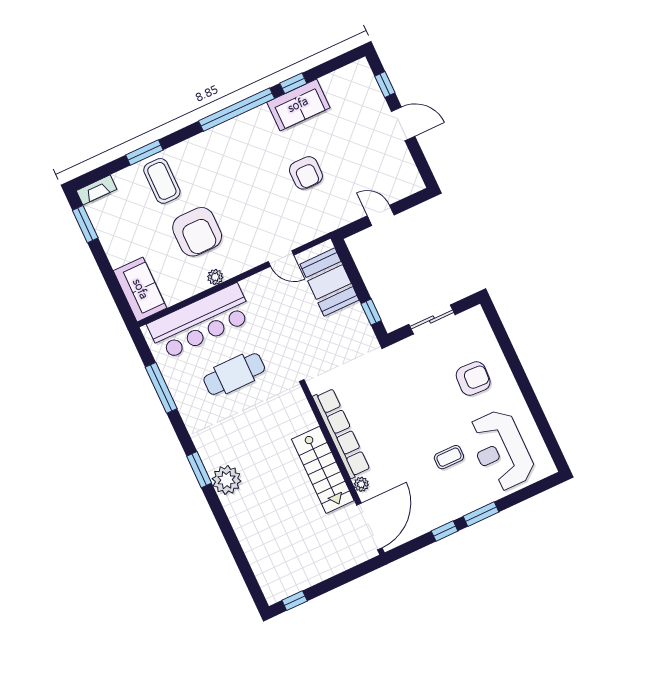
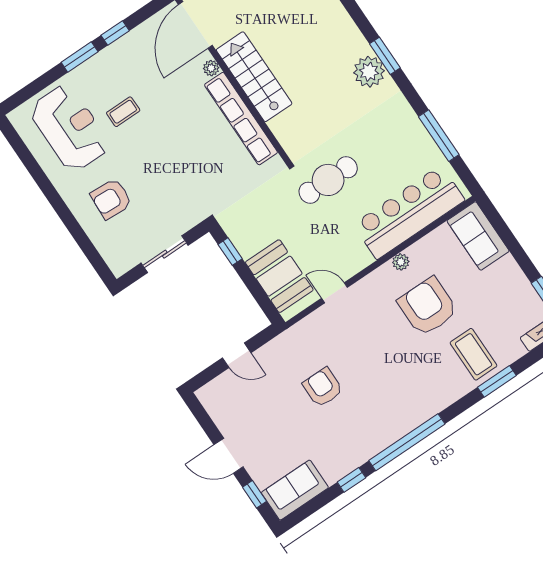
sofa: (298, 105) -> (295, 490), moved
cafe table: (234, 374) -> (328, 180), moved
plant: (227, 480) -> (369, 72), moved

